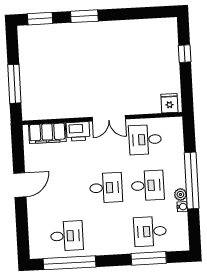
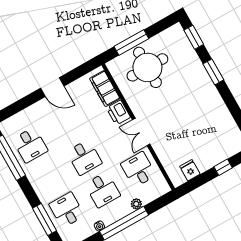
round table: (47, 80) -> (147, 67), added
fridge: (169, 103) -> (190, 170), moved, turned -90
plant: (180, 194) -> (136, 204), moved

